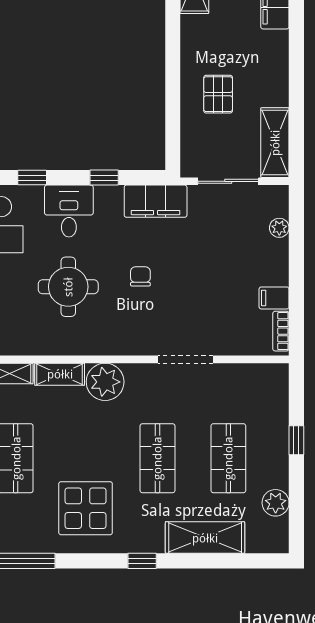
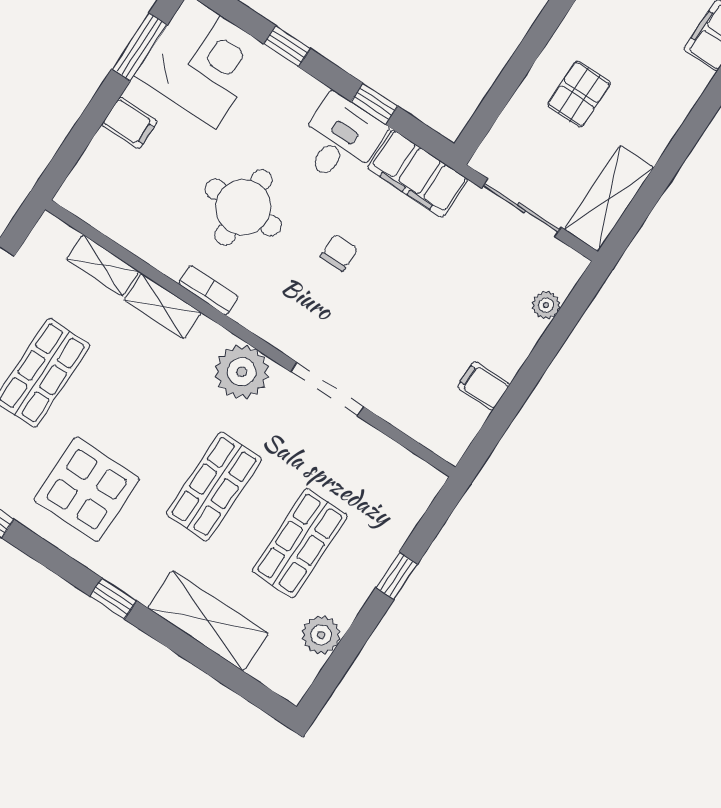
desk: (69, 211) -> (340, 140), moved
bookcase: (281, 331) -> (208, 290), moved, turned 90
plant: (105, 382) -> (242, 372), moved

